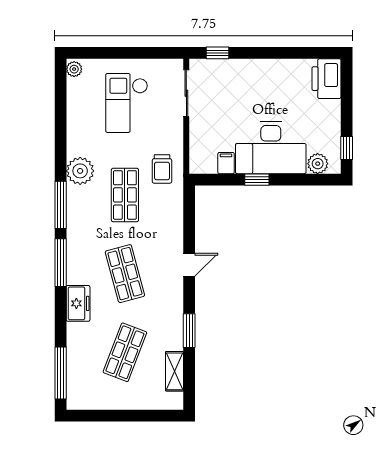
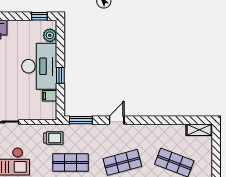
door: (189, 265) -> (117, 120), hinge flipped
window: (189, 331) -> (81, 120), moved
shelving: (175, 371) -> (199, 130), moved

